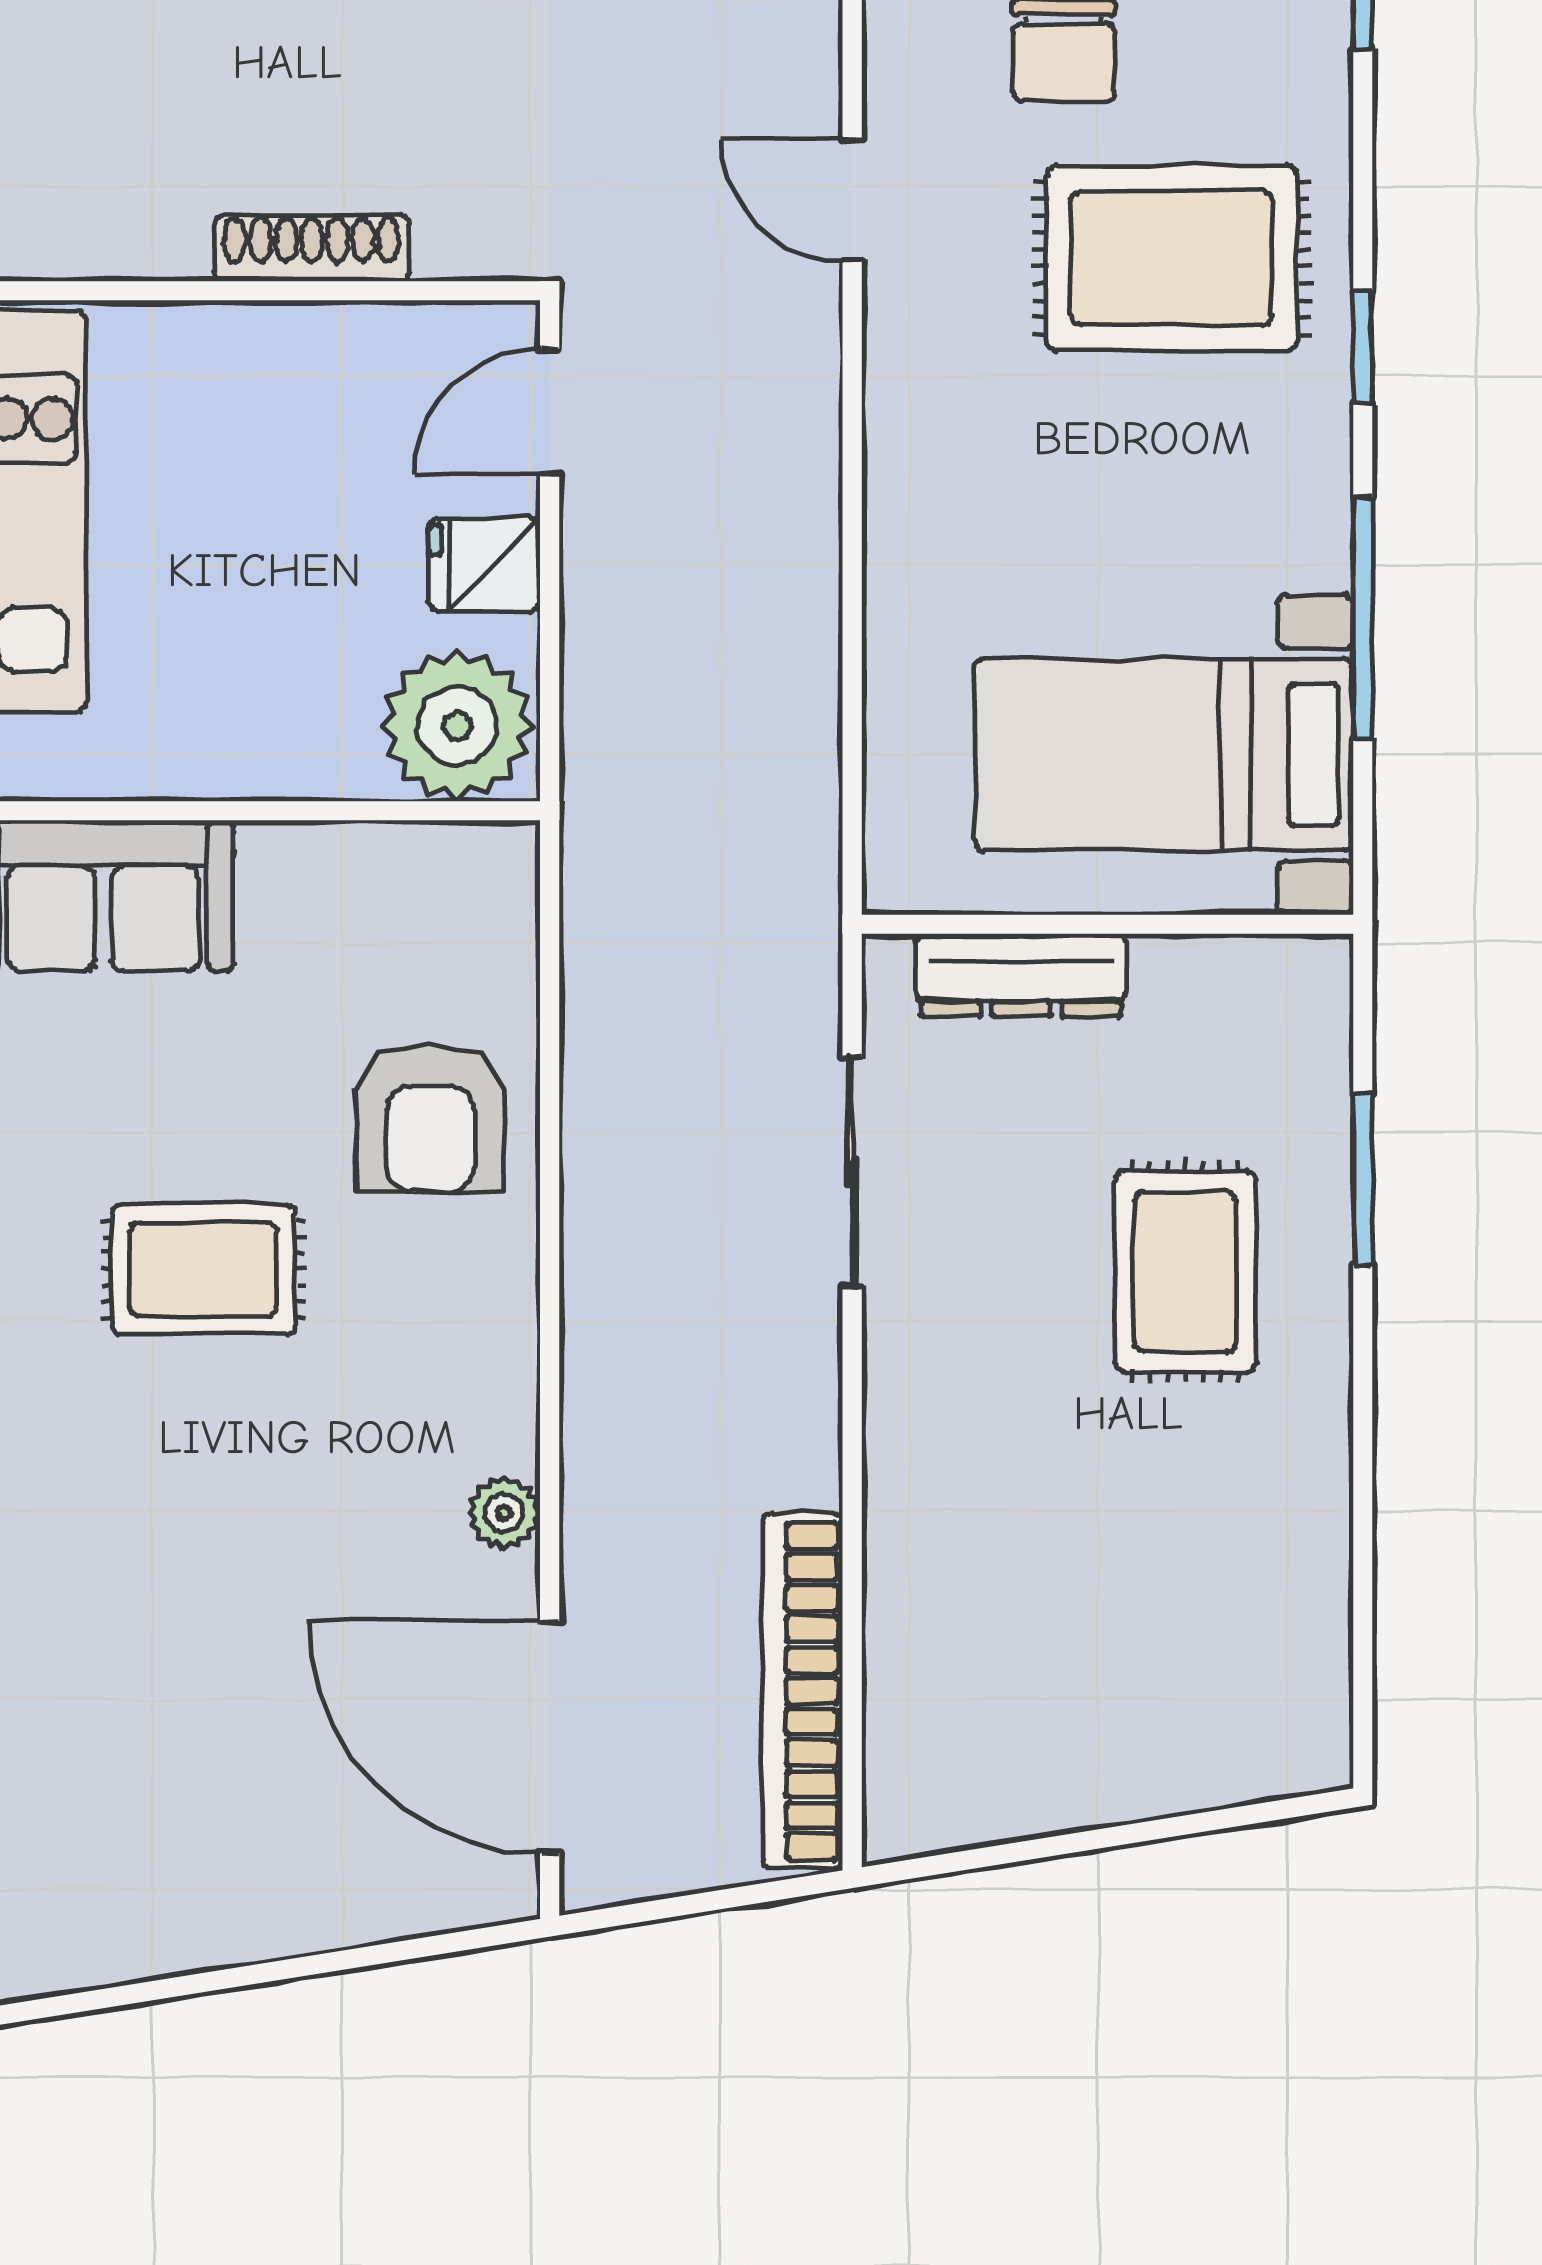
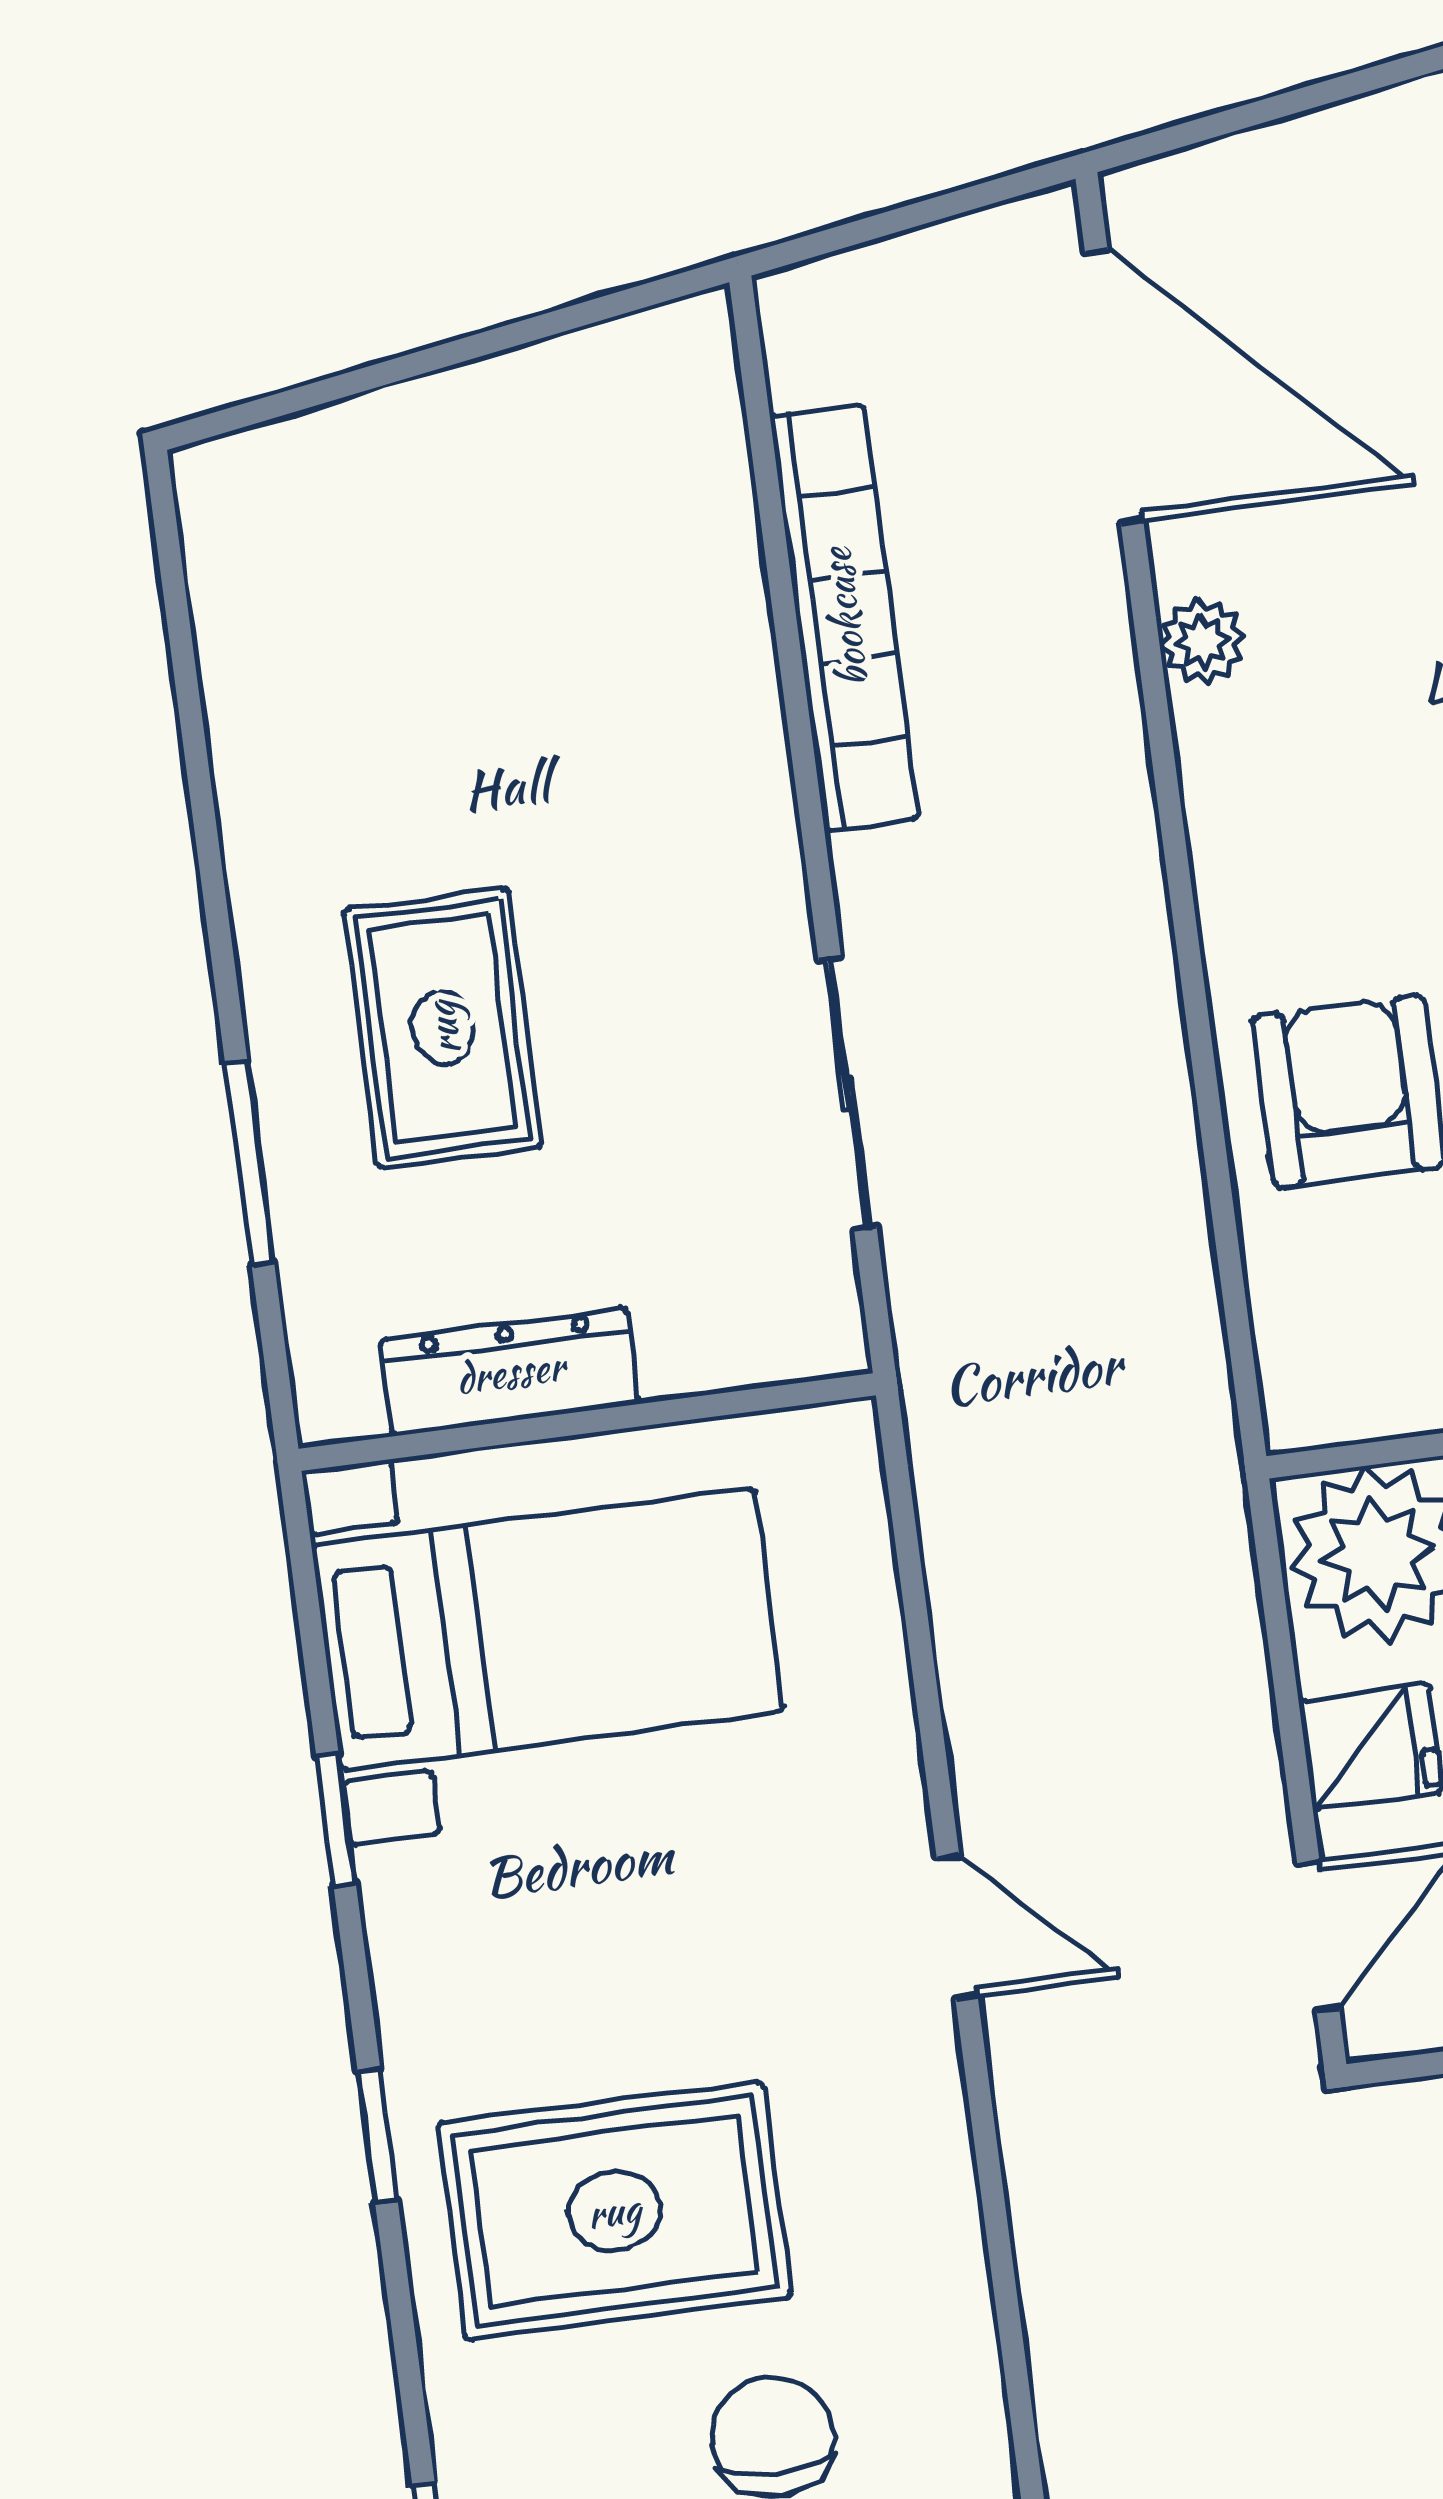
door: (852, 200) -> (957, 1928), moved
window: (1363, 618) -> (336, 1819), width x0.46
dresser: (1021, 975) -> (510, 1372), moved
bookcase: (802, 1691) -> (844, 618), moved

